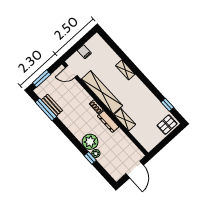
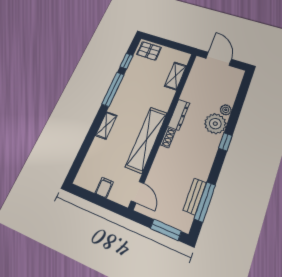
window: (150, 86) -> (113, 89), added
shelving: (125, 120) -> (176, 76), moved
window: (90, 158) -> (225, 142), moved
door: (135, 169) -> (219, 59), hinge flipped

